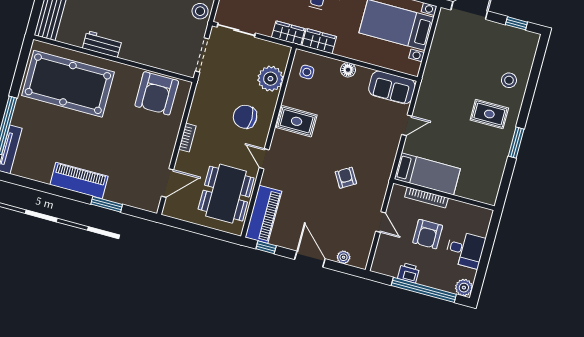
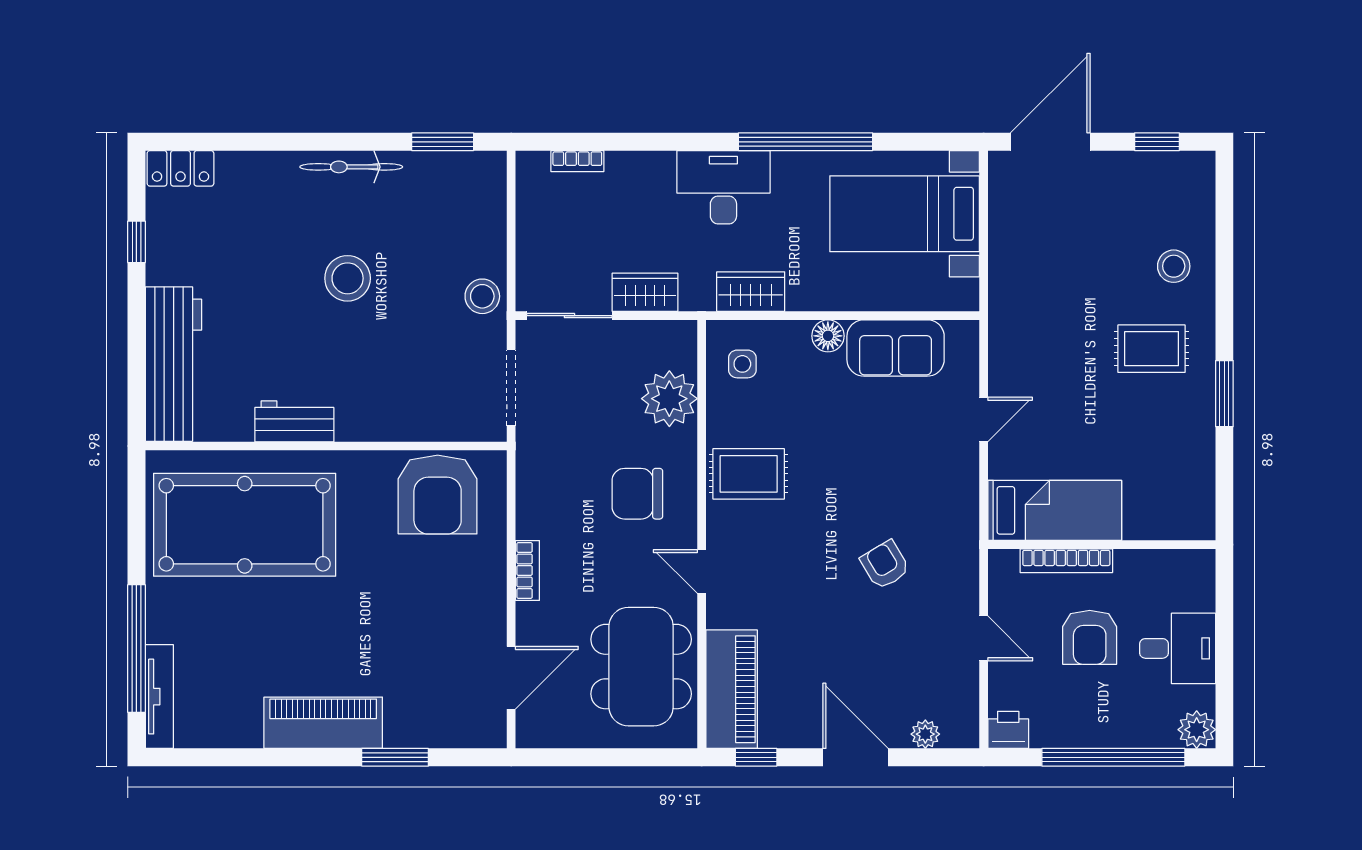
wardrobe: (288, 33) -> (645, 292), moved
sofa: (392, 87) -> (896, 348), moved
printer: (408, 273) -> (1008, 730), moved

